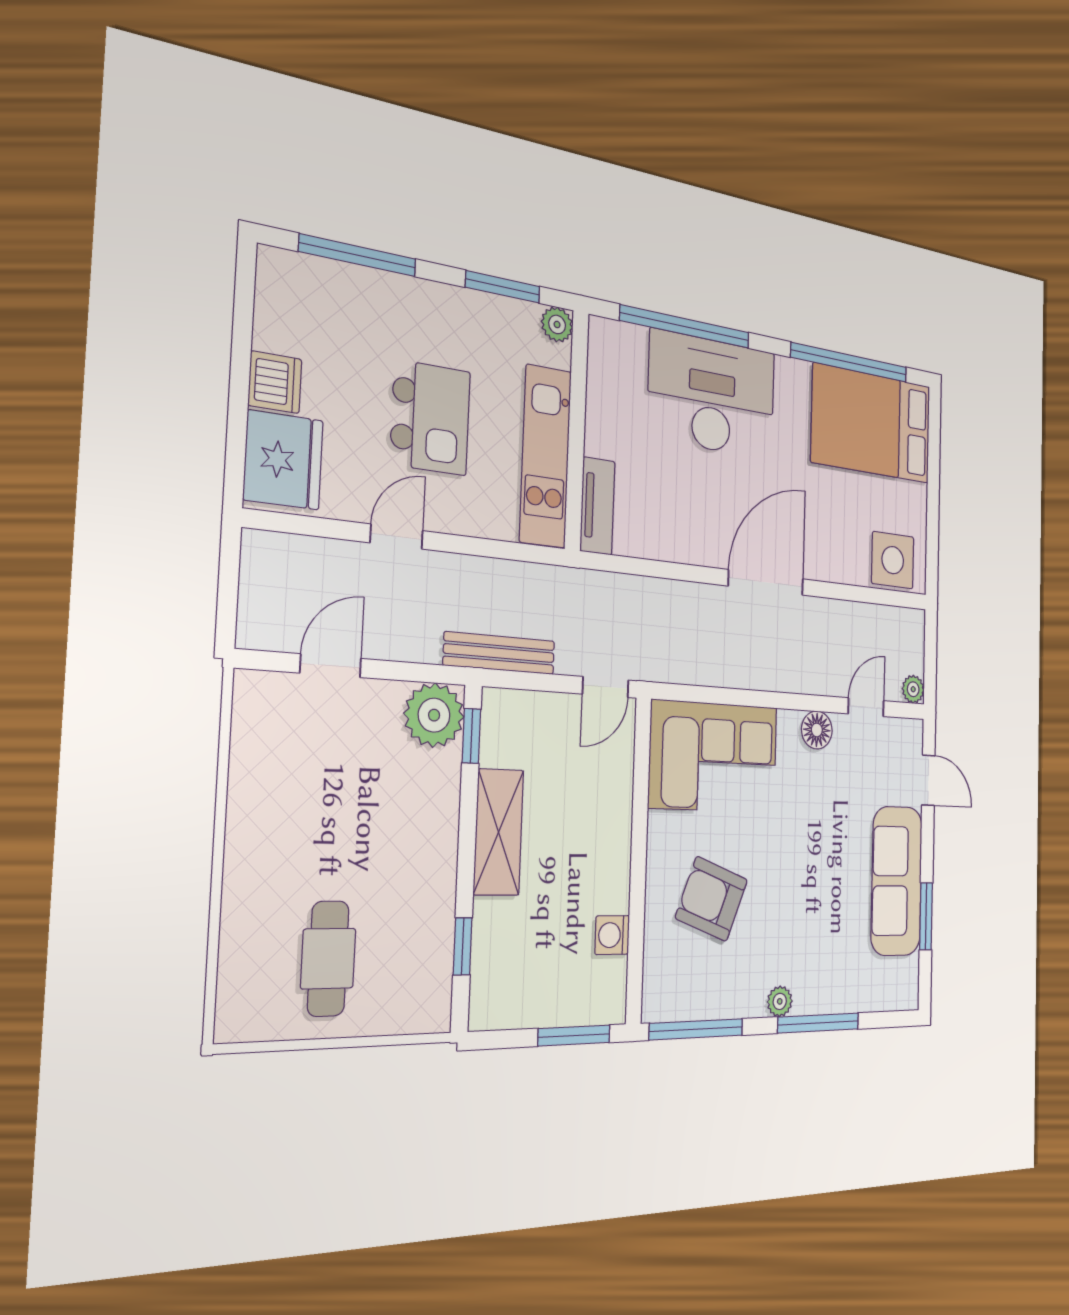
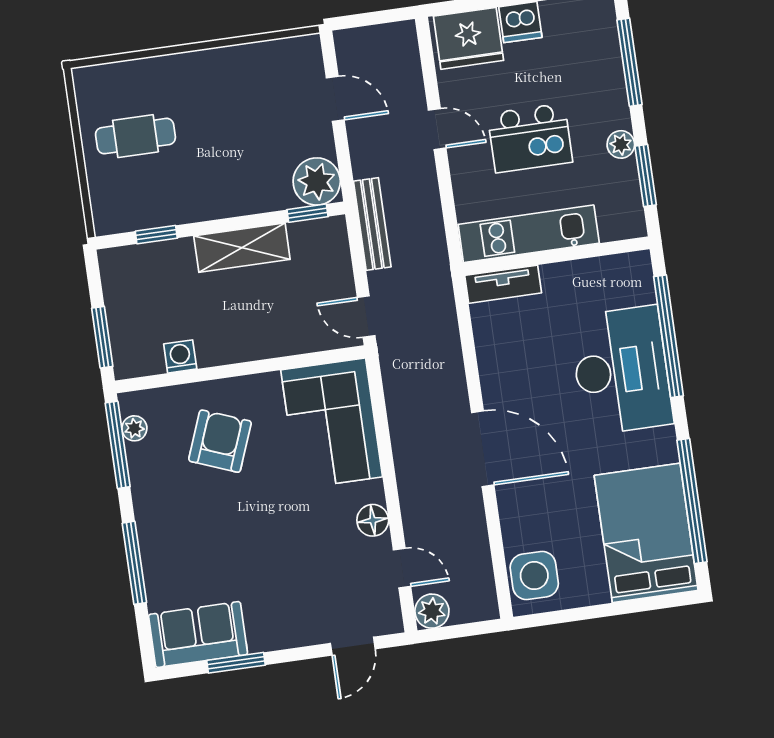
plant: (557, 324) -> (621, 144), moved
plant: (913, 689) -> (432, 611), width x1.38, depth x1.38
sofa: (897, 881) -> (198, 634), moved, width x0.73
plant: (780, 1001) -> (134, 428), moved

